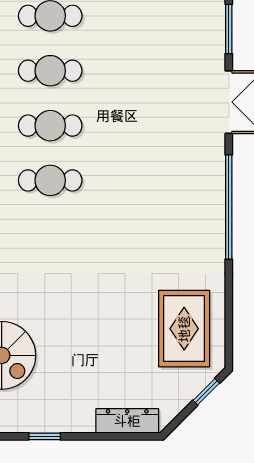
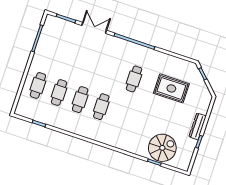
cafe table: (141, 235) -> (134, 79), added
rug: (184, 329) -> (171, 88), moved
dresser: (127, 421) -> (198, 126), moved

